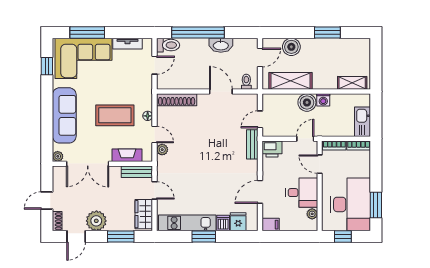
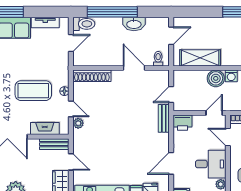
boiler: (291, 47) -> (201, 26), removed

